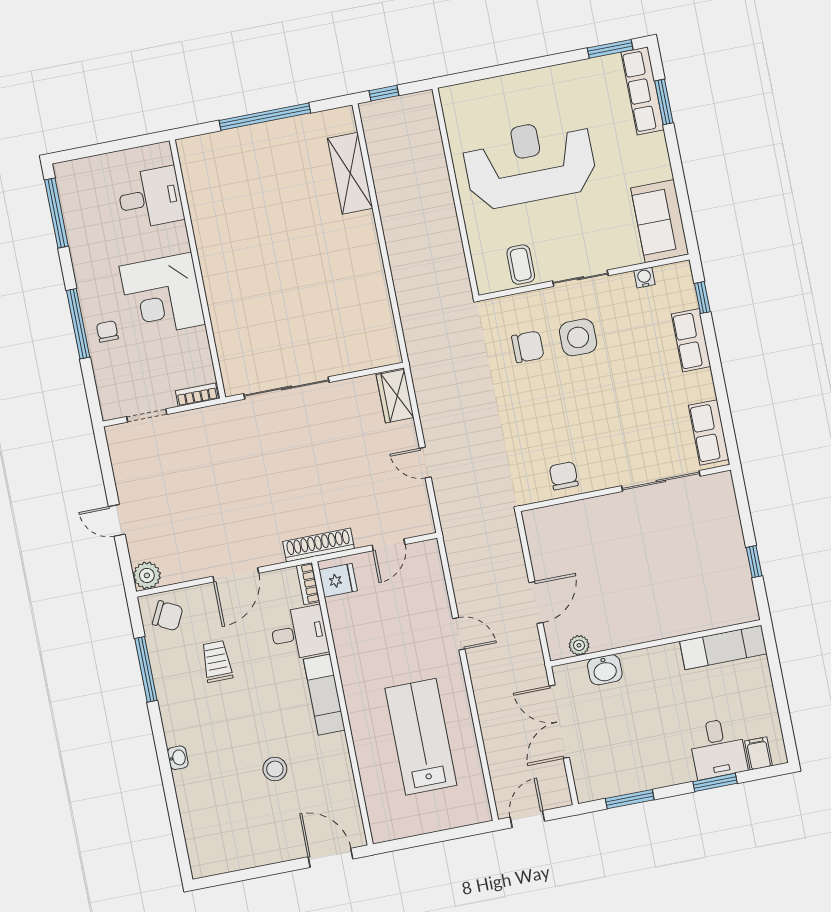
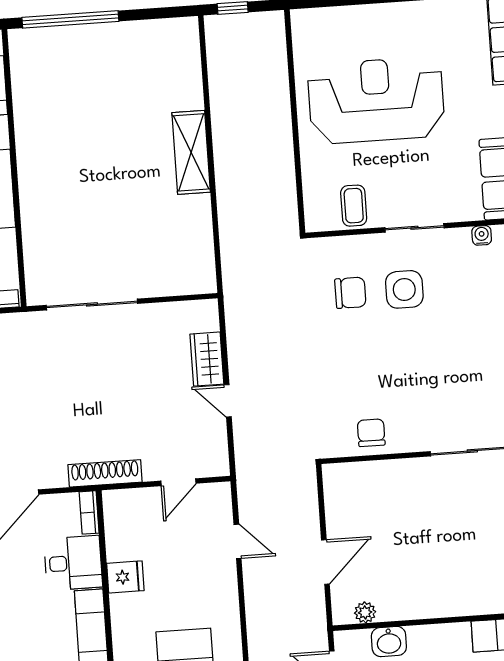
window: (265, 117) -> (70, 19), moved
shelving: (350, 173) -> (191, 152), moved
wardrobe: (395, 396) -> (207, 359), moved
fridge: (338, 580) -> (125, 577), moved
door: (459, 634) -> (238, 541), moved

